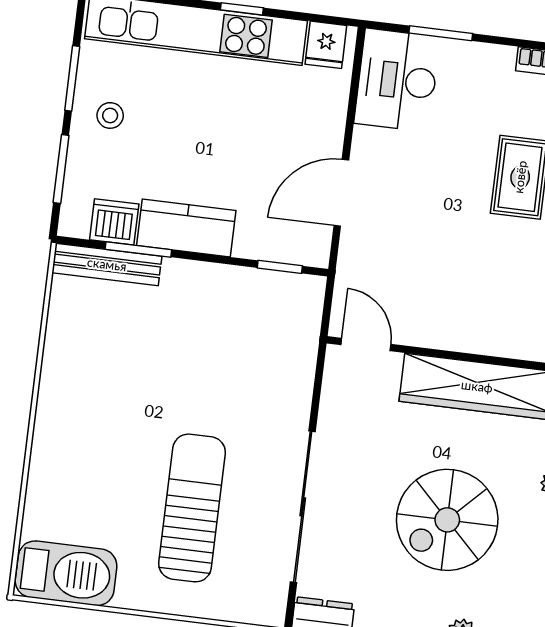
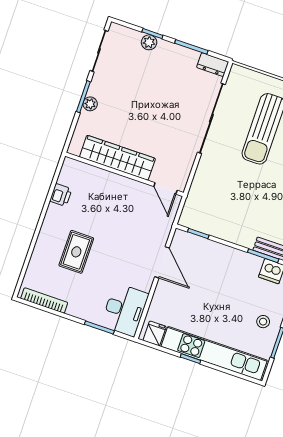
door: (341, 193) -> (162, 262), hinge flipped
kitchen counter: (186, 228) -> (238, 261), removed
spiral stairs: (447, 520) -> (145, 98), removed

